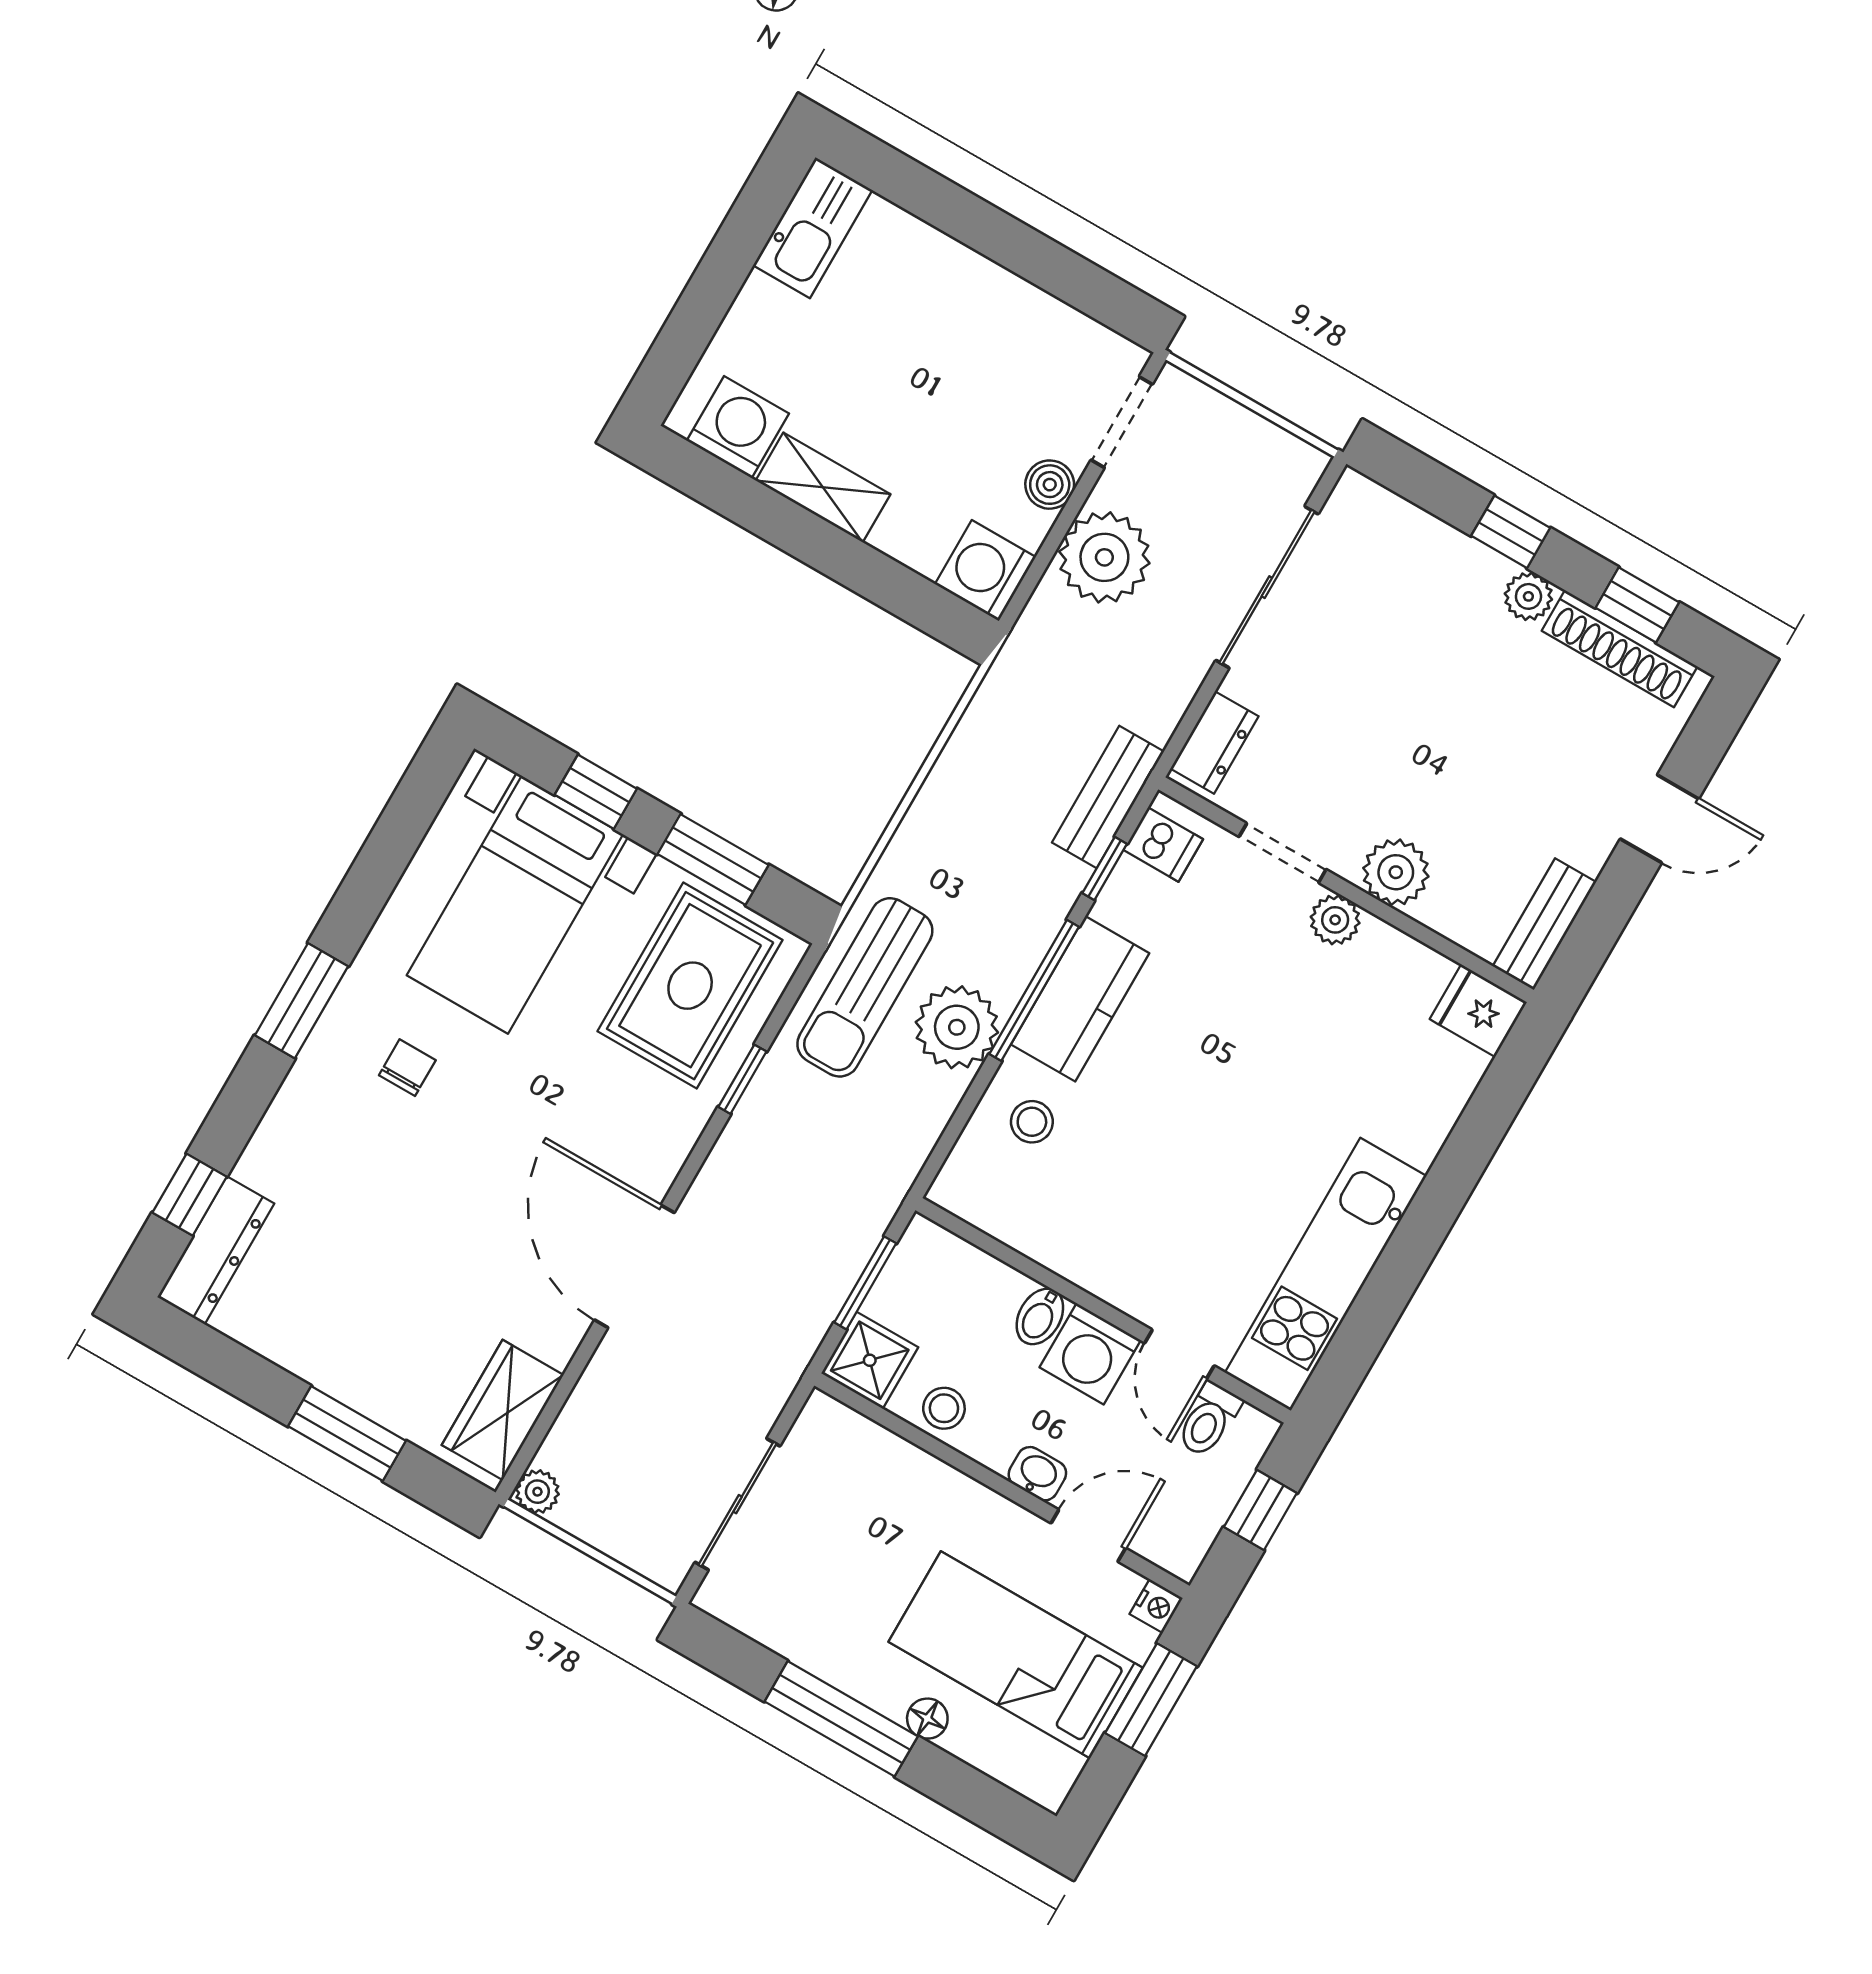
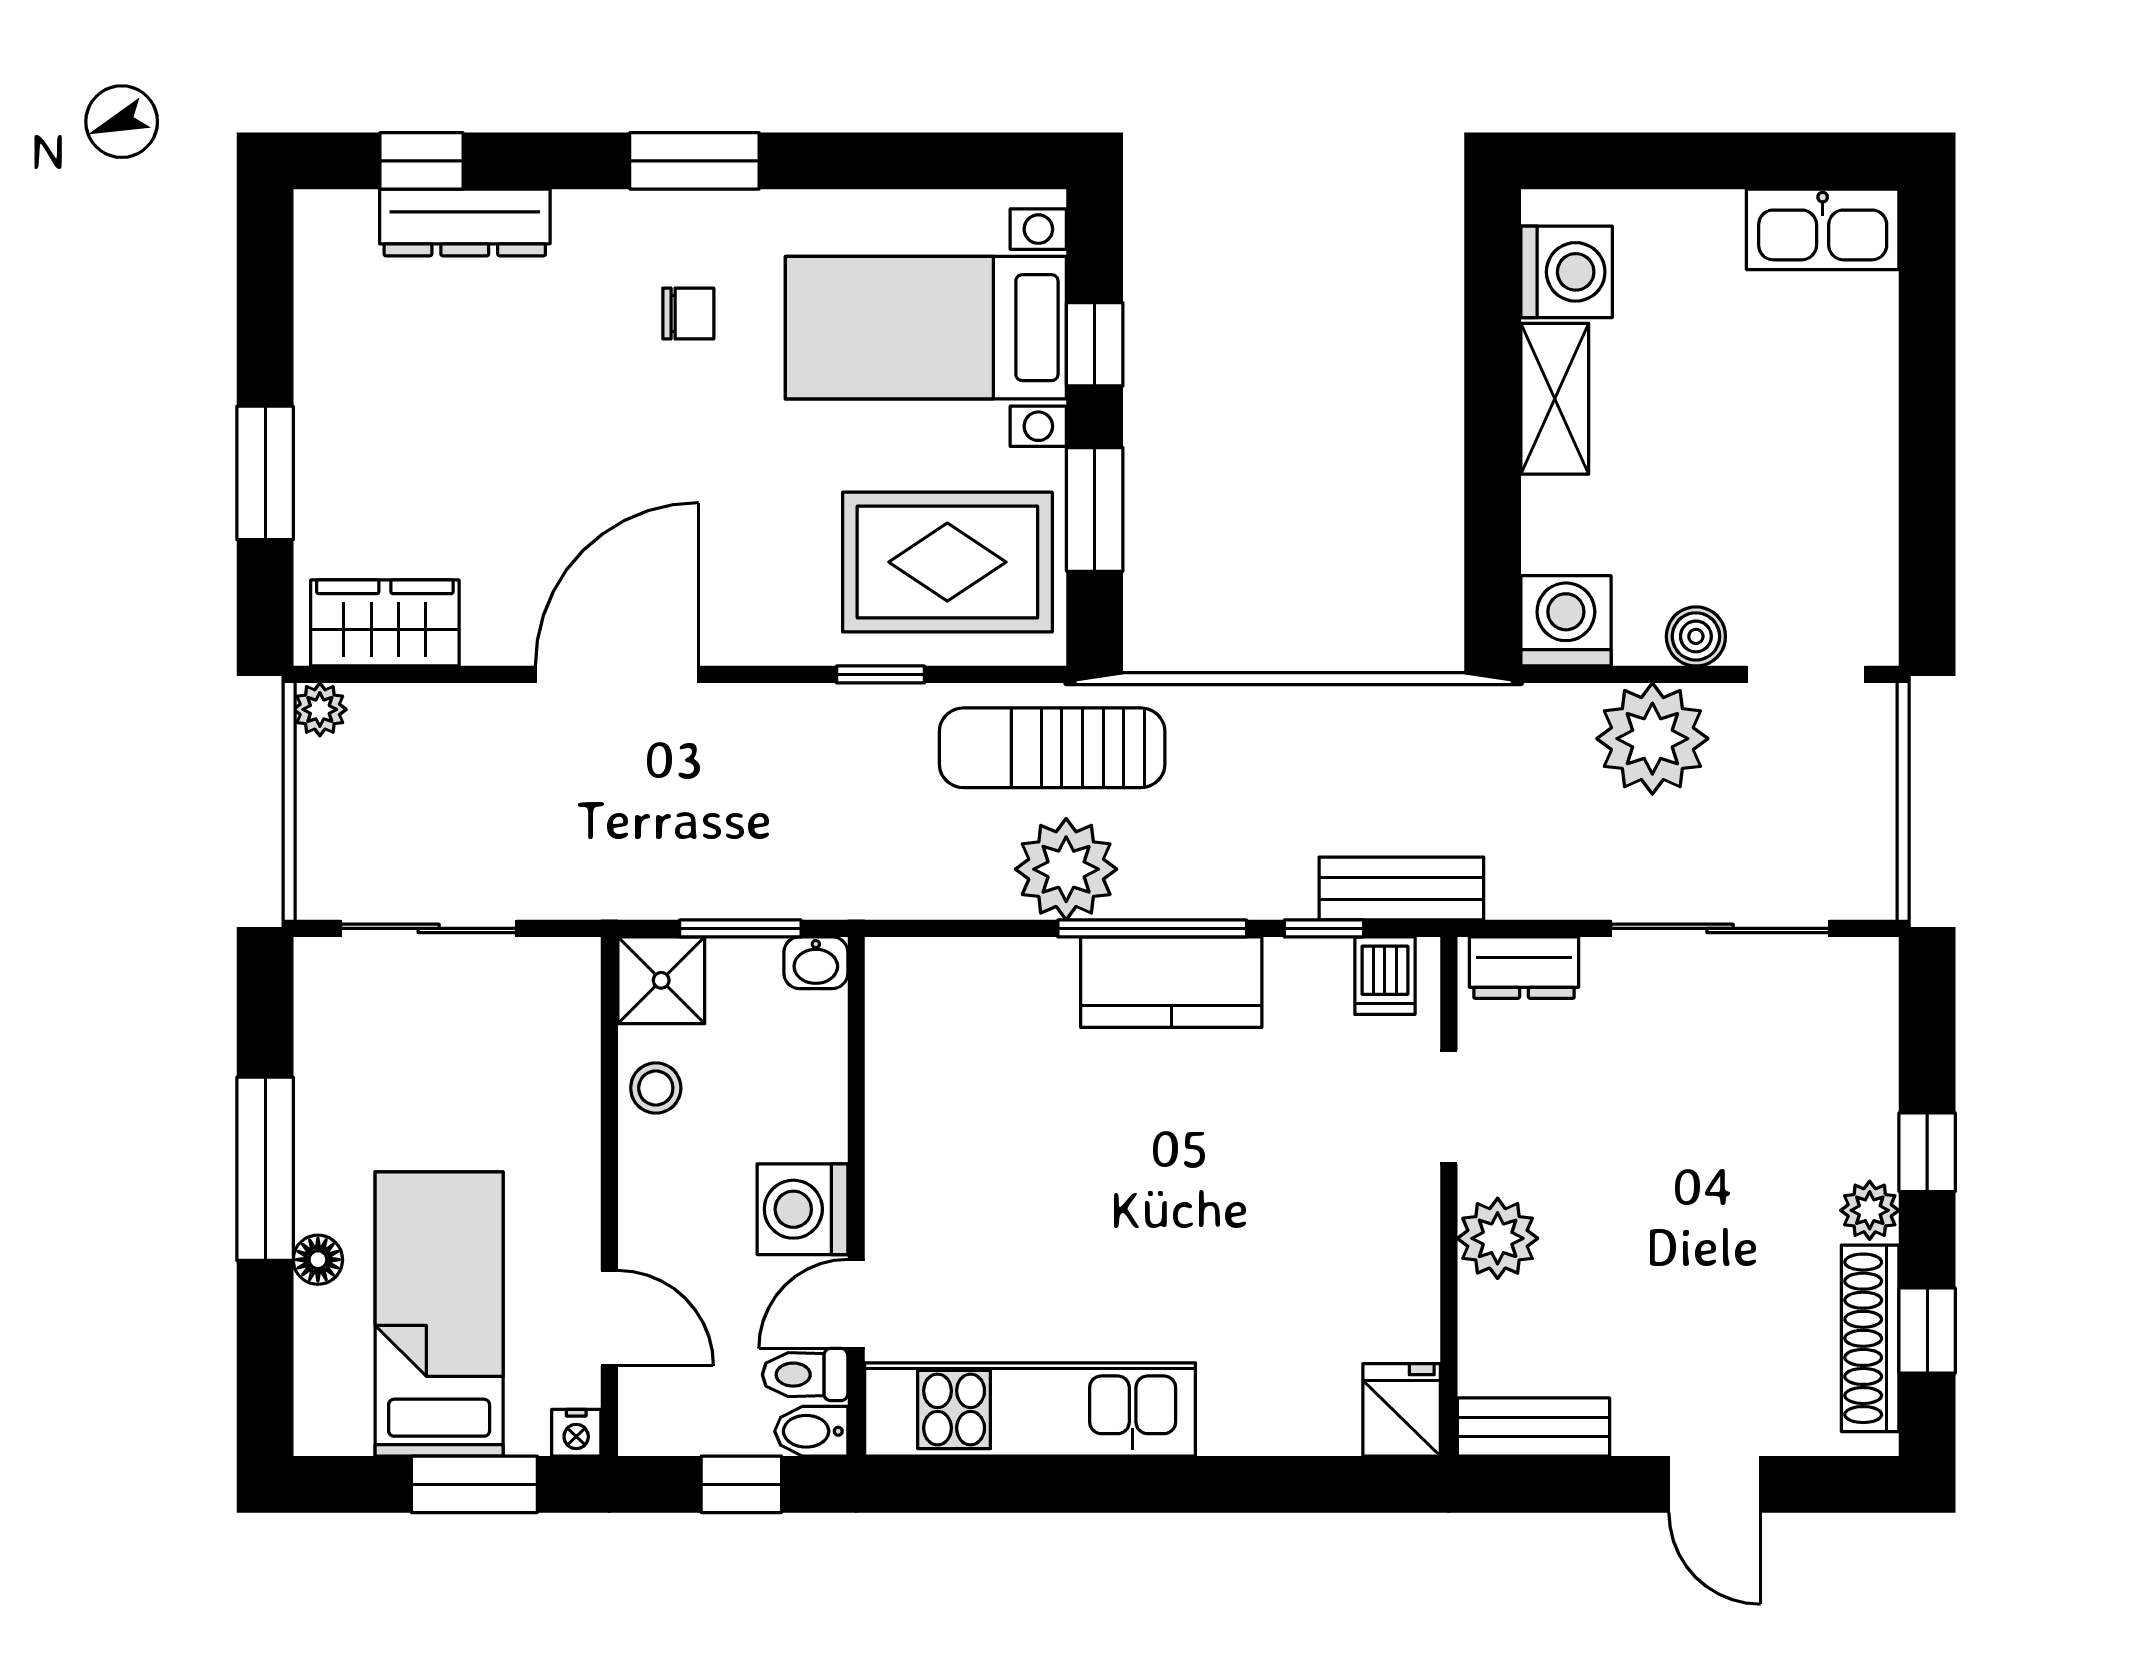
plant: (1335, 920) -> (1410, 1203), removed
stool: (1032, 1122) -> (1012, 1006), removed
dresser: (216, 1250) -> (465, 222), moved
bidet: (1040, 1316) -> (811, 1431), moved
washbasin: (1037, 1474) -> (816, 963), moved, turned 90

